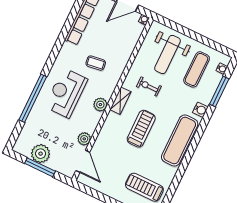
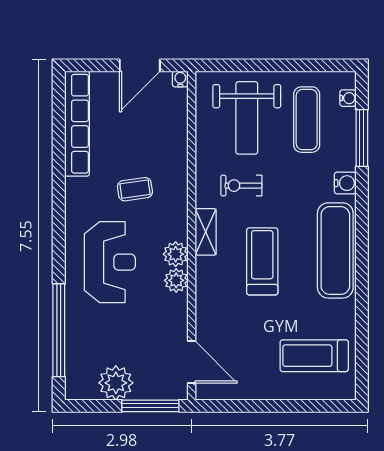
reception desk: (66, 93) -> (110, 262), turned 180
window: (33, 98) -> (59, 330), moved
plant: (84, 139) -> (176, 280), moved
window: (40, 167) -> (150, 406), moved

